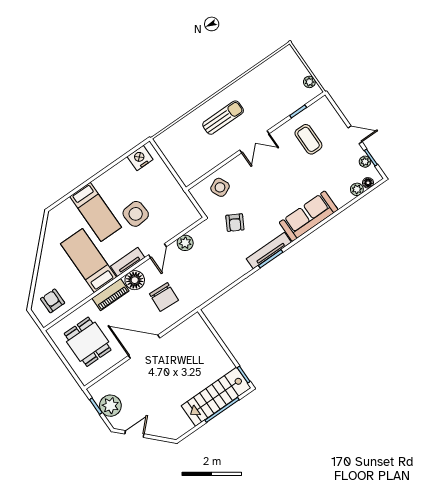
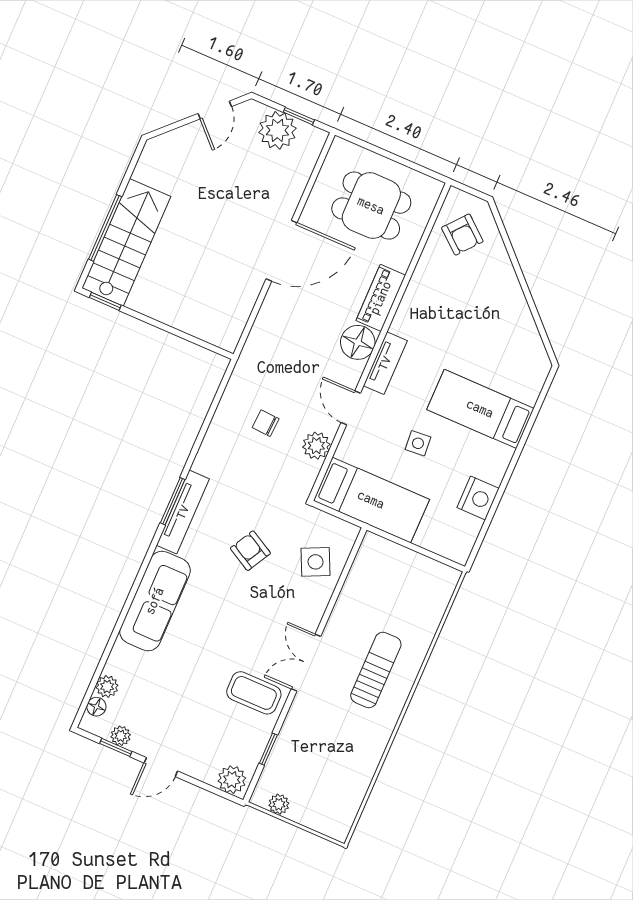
plant: (325, 108) -> (232, 780), added
sun lounger: (223, 118) -> (376, 670), turned 180
coffee table: (308, 139) -> (254, 693), moved
nightstand: (140, 158) -> (478, 498), moved
side table: (136, 214) -> (418, 443), width x0.54, depth x0.54
armchair: (235, 223) -> (250, 551), moved
bed: (88, 260) -> (371, 500), moved
chair: (164, 297) -> (266, 423), moved, width x0.54, depth x0.54
armchair: (53, 301) -> (462, 235), turned 40

